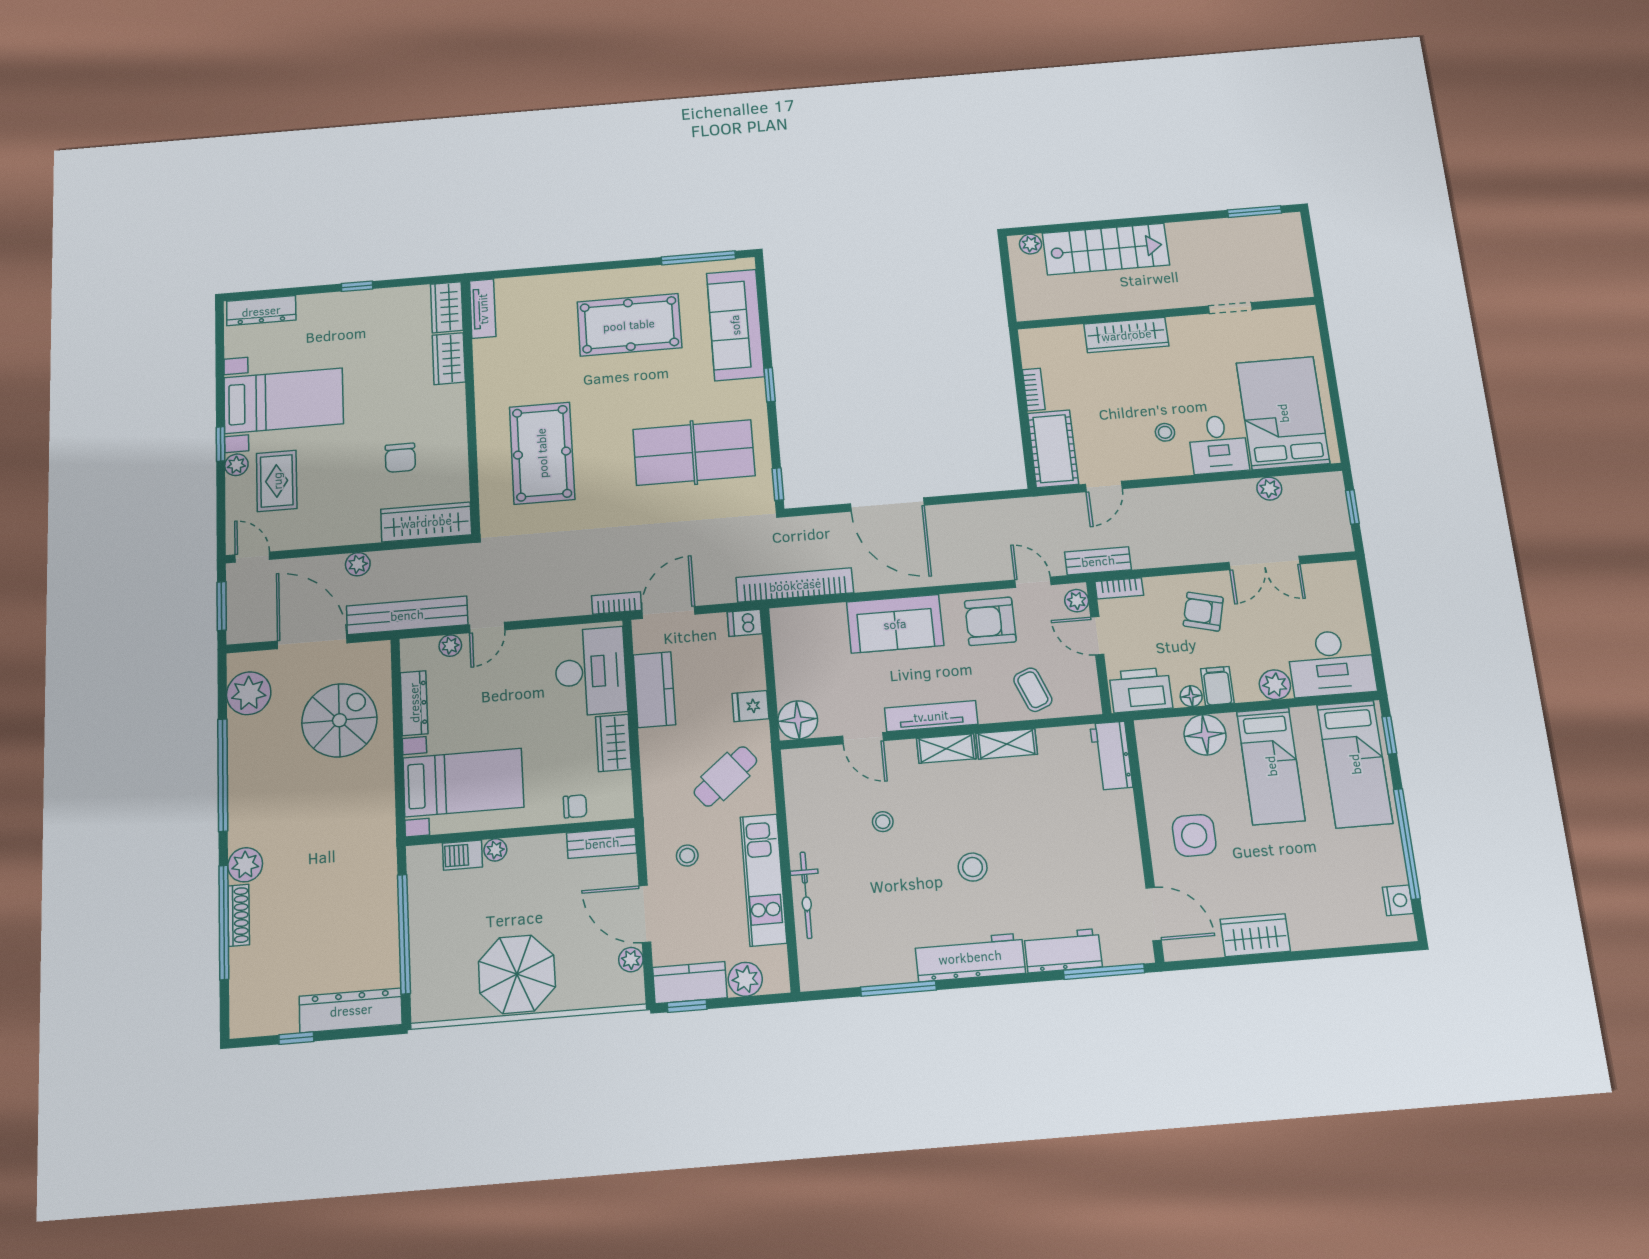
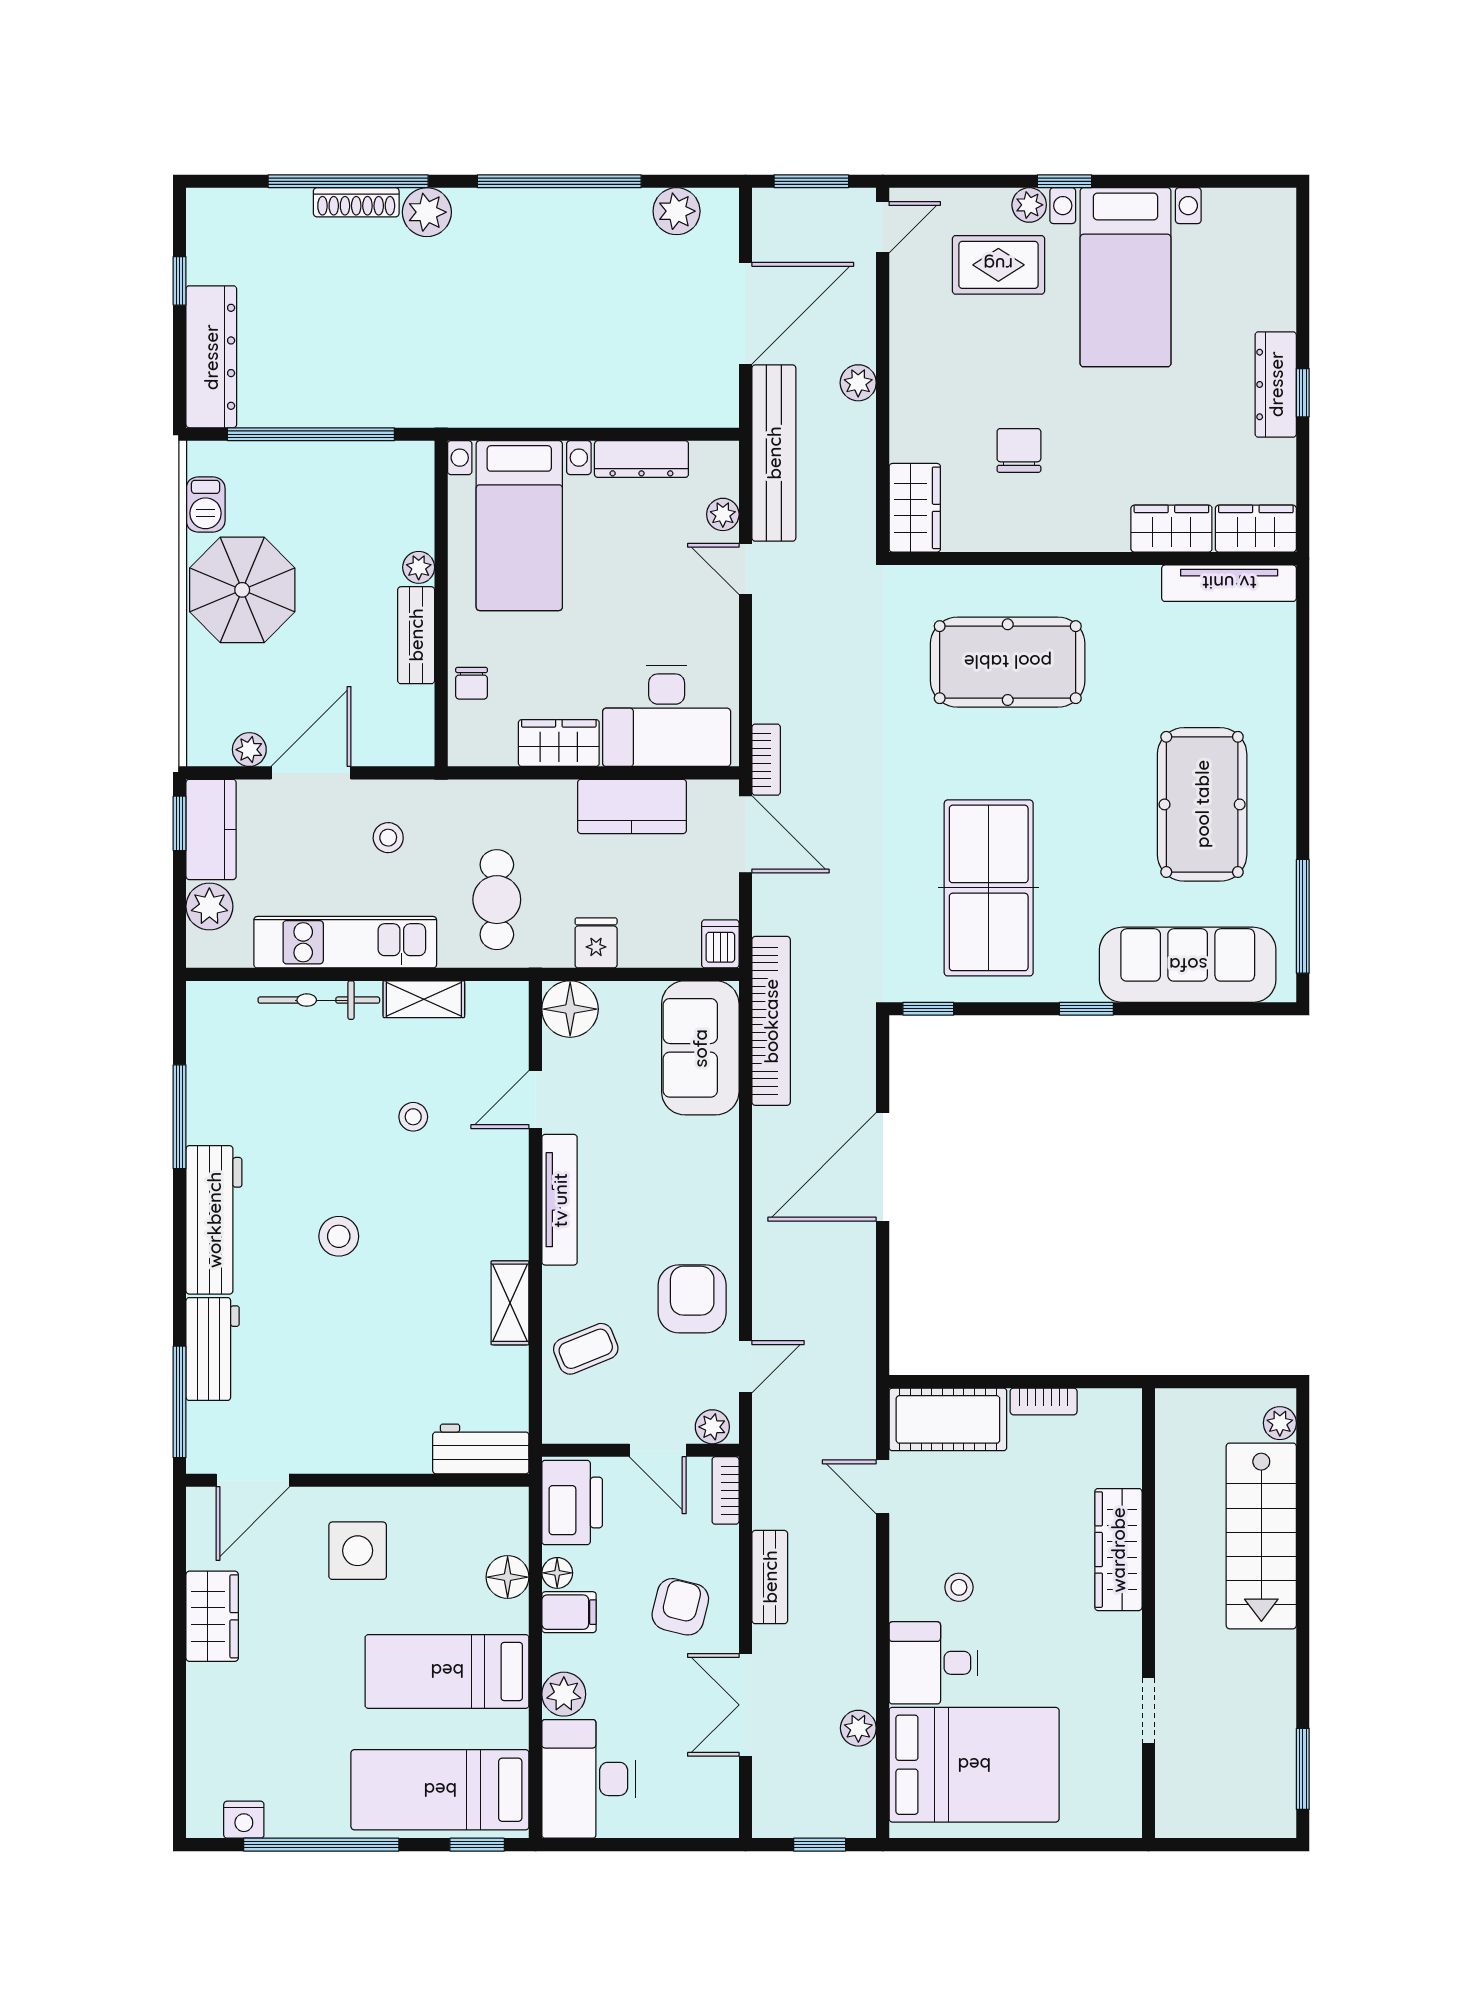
tv unit: (483, 309) -> (1229, 583), width x1.41
dresser: (261, 311) -> (1276, 384), moved
chair: (400, 458) -> (1019, 450), turned 90
wardrobe: (426, 522) -> (915, 508), width x0.67
bench: (1098, 561) -> (770, 1577), moved
sofa: (895, 624) -> (700, 1048), moved
door: (1097, 636) -> (658, 1450), swing flipped
plant: (249, 693) -> (677, 211), width x0.73, depth x0.73
spiral stairs: (339, 720) -> (625, 350), removed
floor lamp: (1205, 735) -> (508, 1577), width x0.73, depth x0.73
shelving: (946, 749) -> (424, 999), moved, turned 90
cafe table: (725, 776) -> (497, 900), turned 39
bench: (602, 843) -> (416, 635), moved
barbecue: (462, 855) -> (206, 504), moved, turned 180

